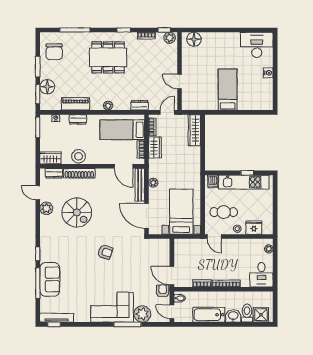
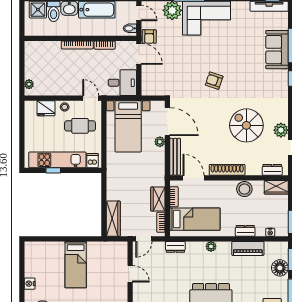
shoe rack: (79, 173) -> (227, 170), moved
plant: (153, 183) -> (160, 142), moved
desk: (261, 275) -> (122, 83), moved, turned 90

